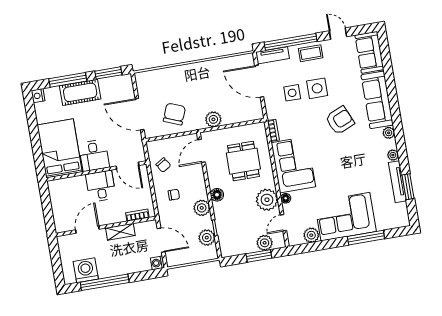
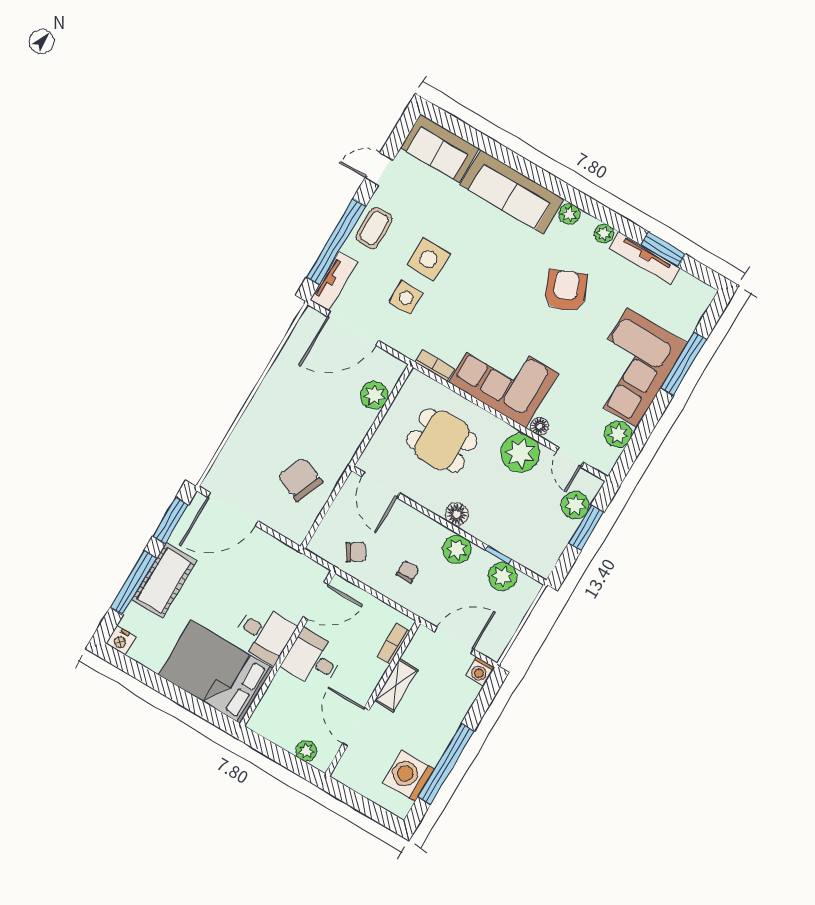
door: (140, 114) -> (233, 509), moved
plant: (213, 119) -> (374, 395), moved
armchair: (340, 120) -> (566, 291), moved
plant: (59, 217) -> (306, 751), added

